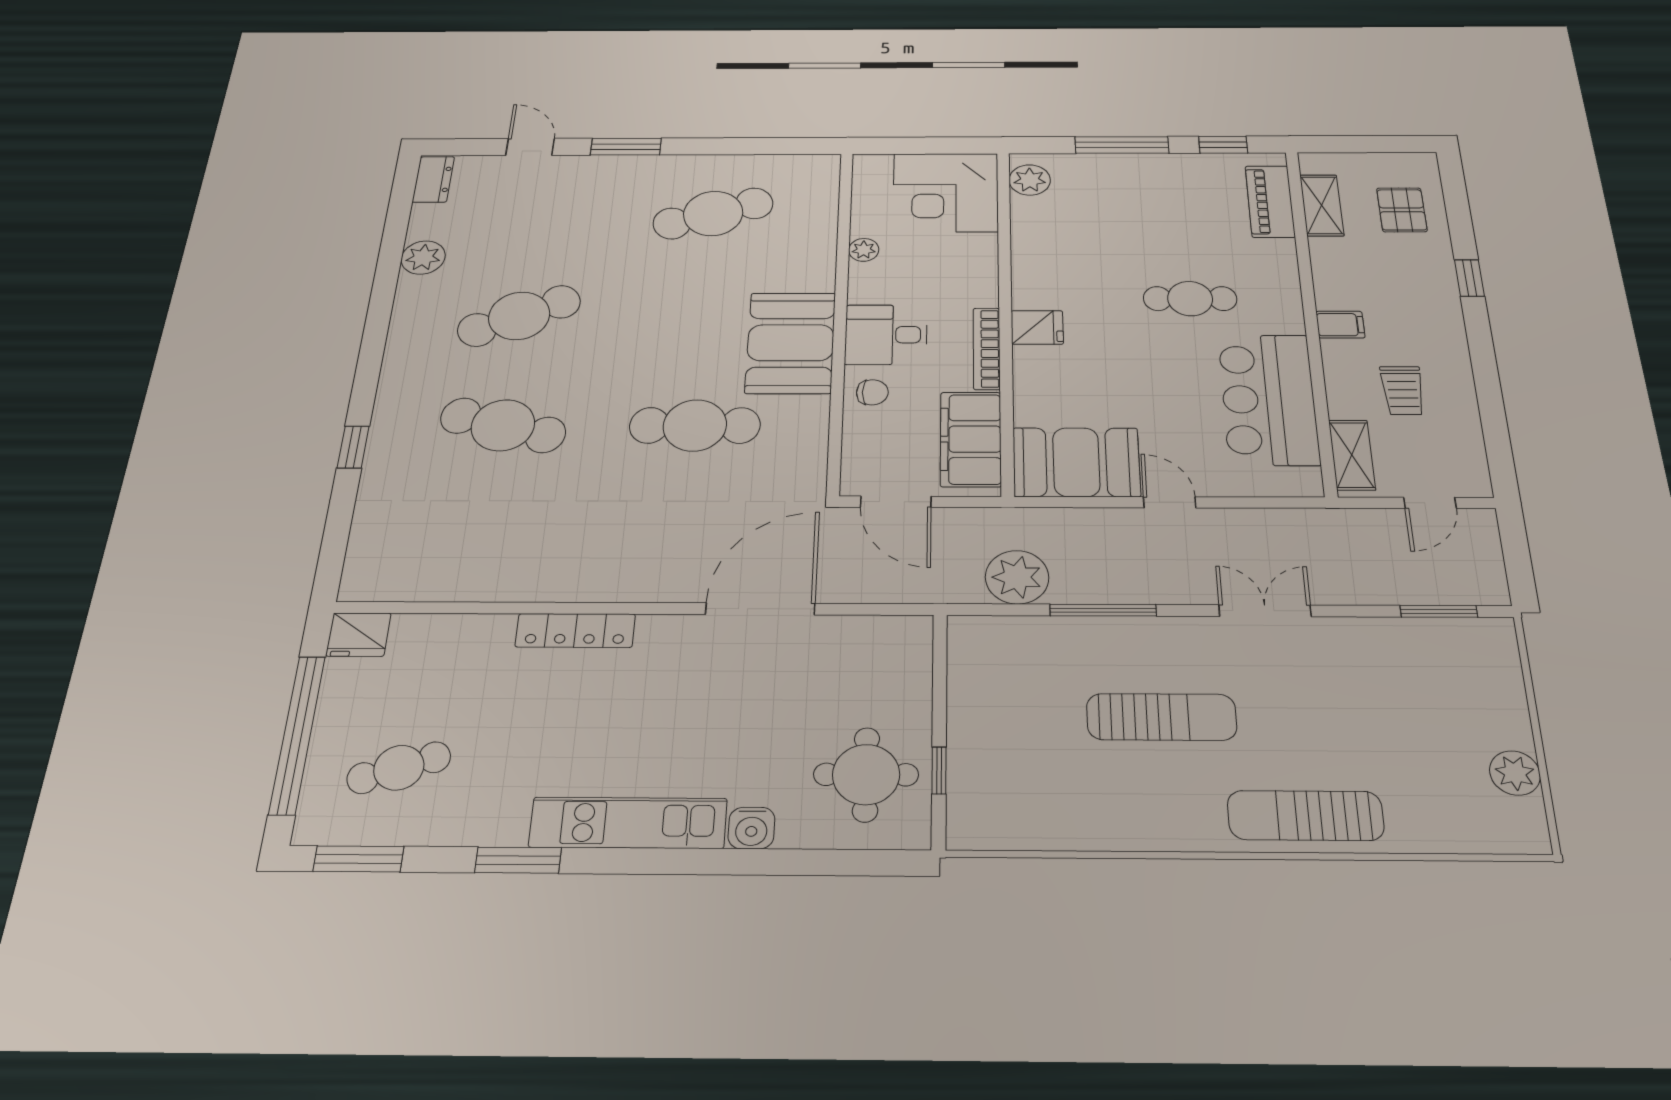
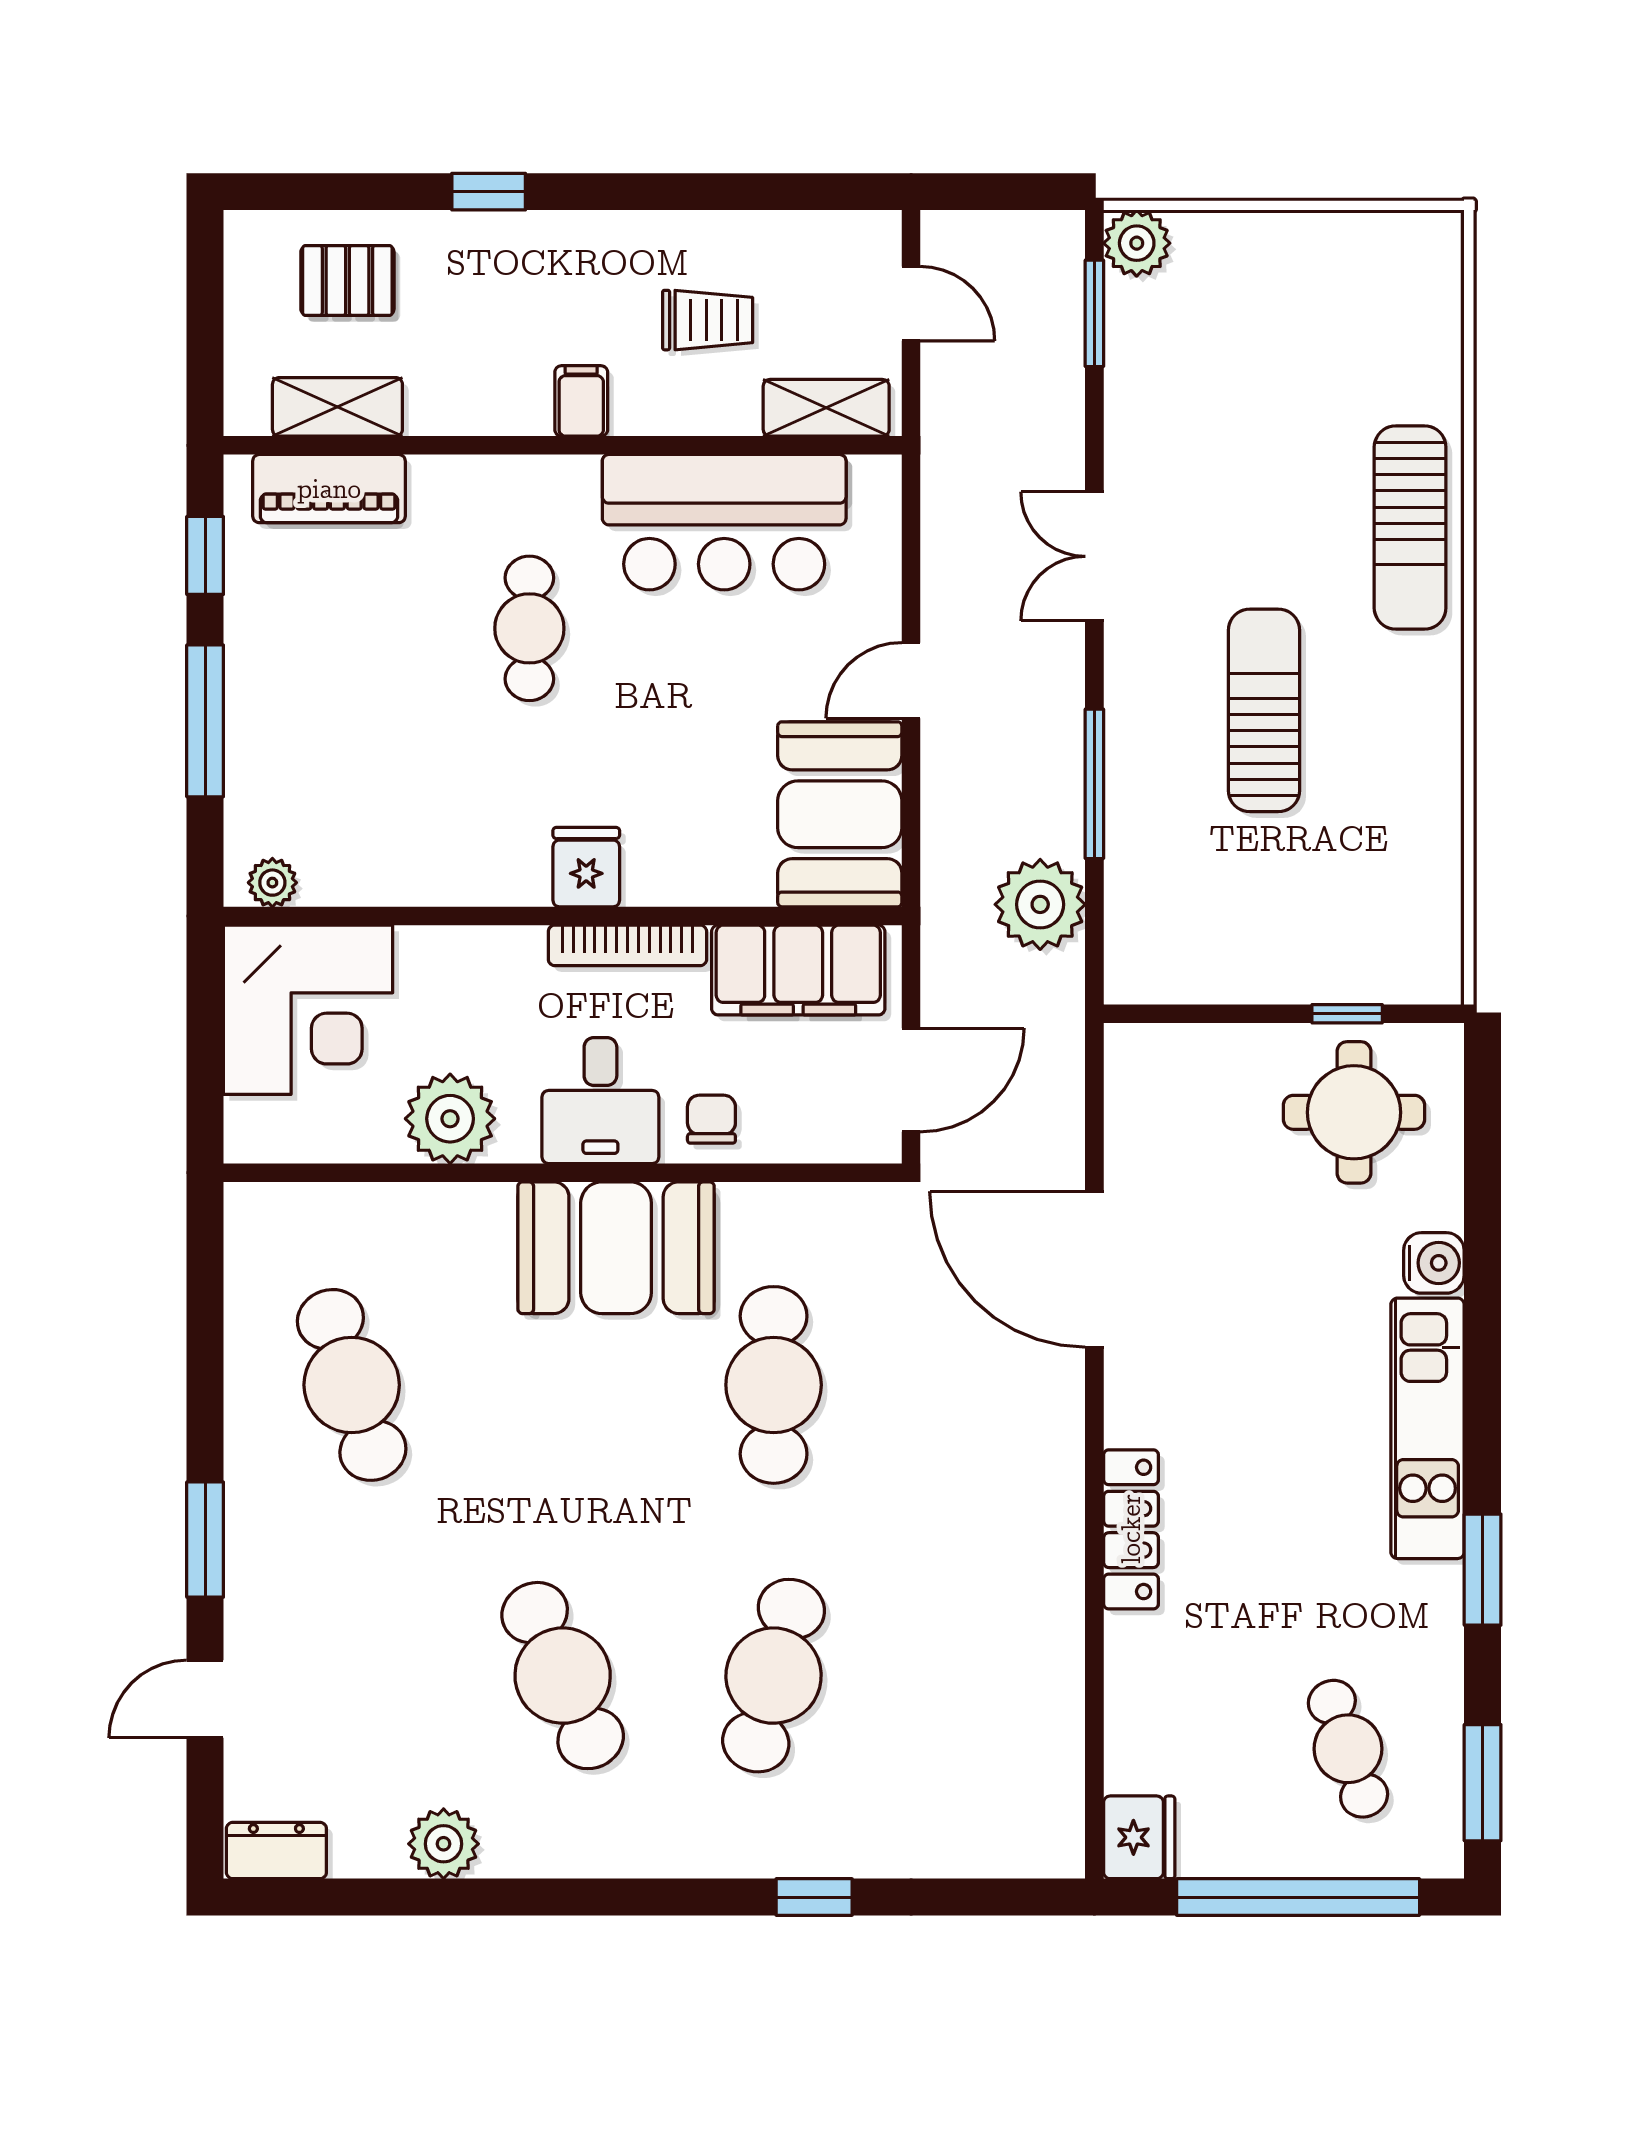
plant: (1030, 180) -> (272, 883), width x0.73, depth x0.73
plant: (864, 250) -> (450, 1119), width x1.88, depth x1.88
plant: (1515, 773) -> (1137, 243), moved

